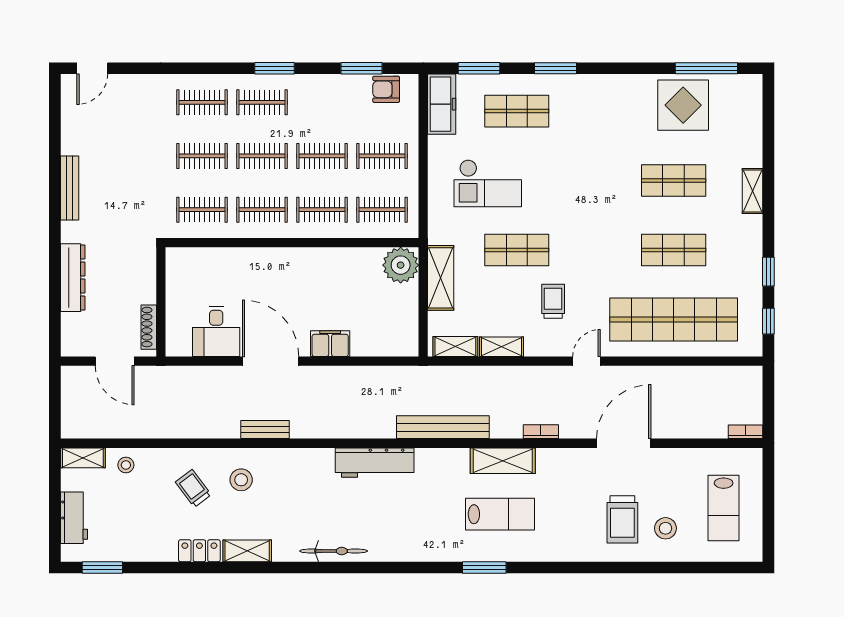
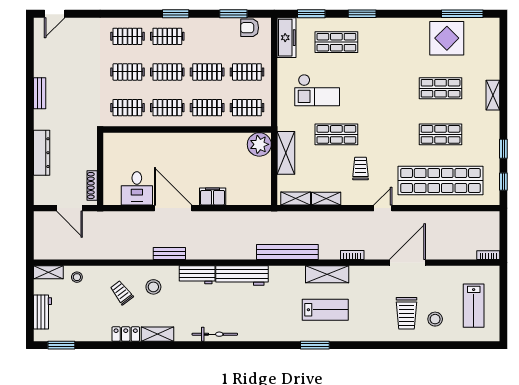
bench: (70, 188) -> (40, 93), width x0.73
workbench: (307, 462) -> (197, 275), added

